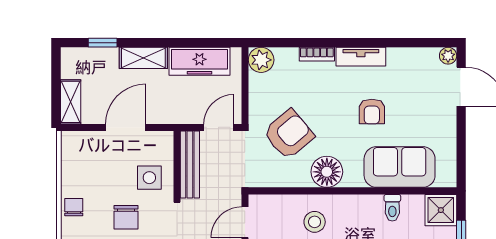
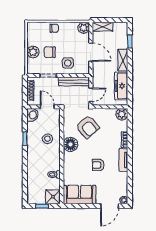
door: (219, 127) -> (91, 95), hinge flipped
plant: (73, 143) -> (84, 28), added
sofa: (400, 167) -> (80, 195), moved, turned -90

